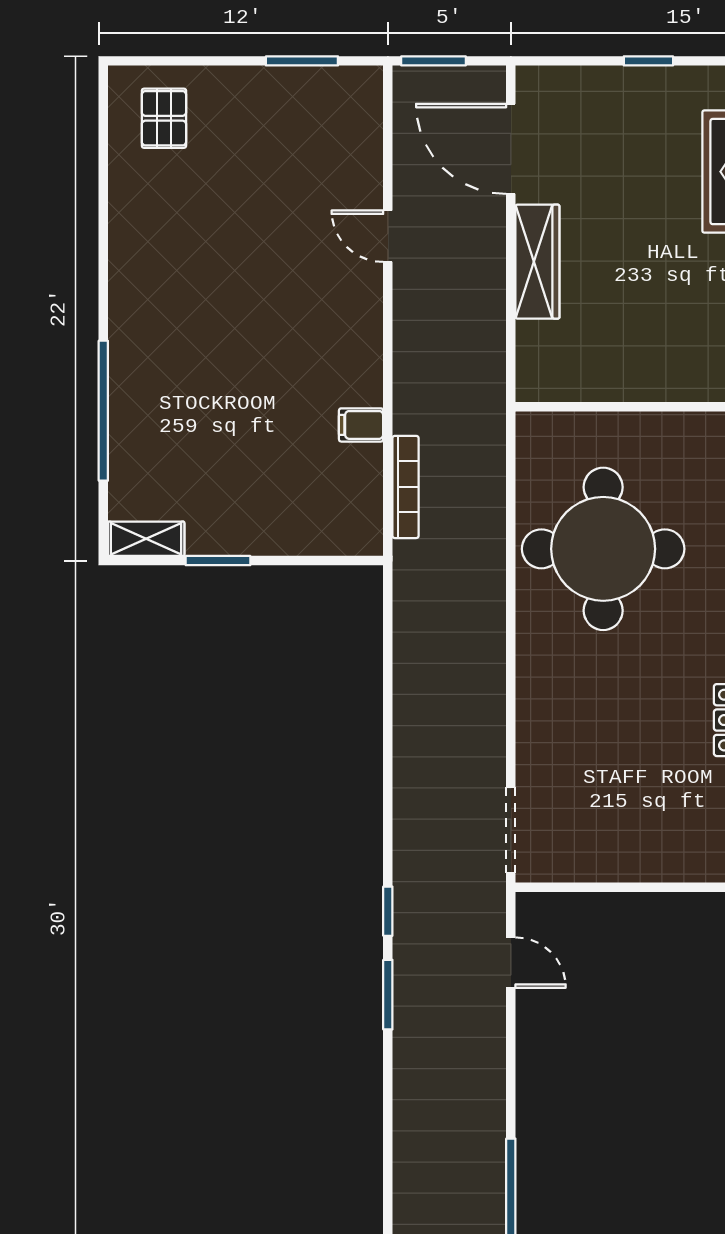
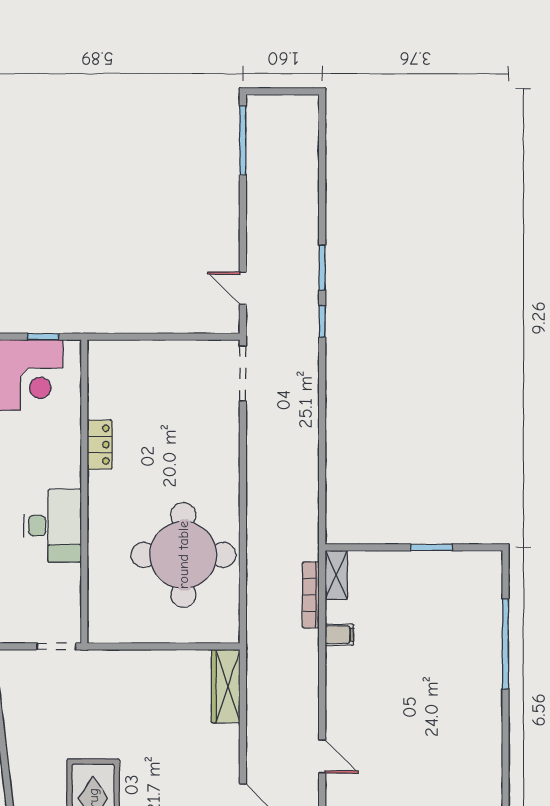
wardrobe: (537, 262) -> (226, 686), moved
shelving: (146, 539) -> (336, 575), moved, turned 90

